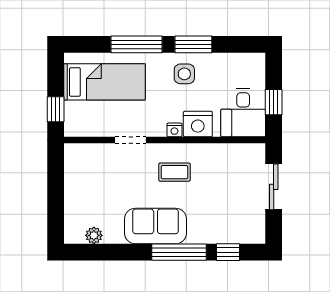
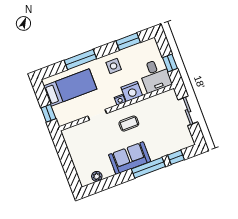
window: (193, 44) -> (128, 42), moved

